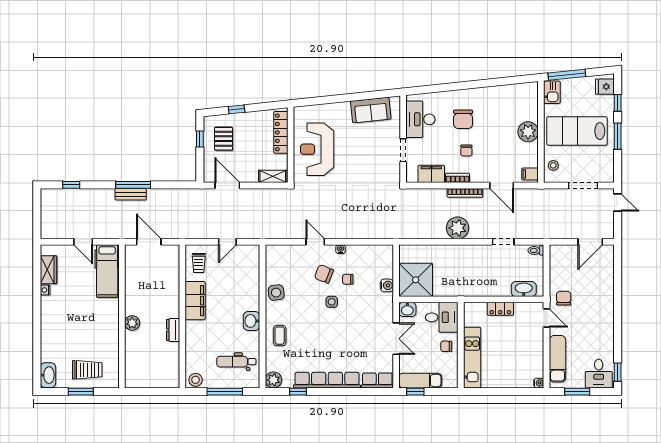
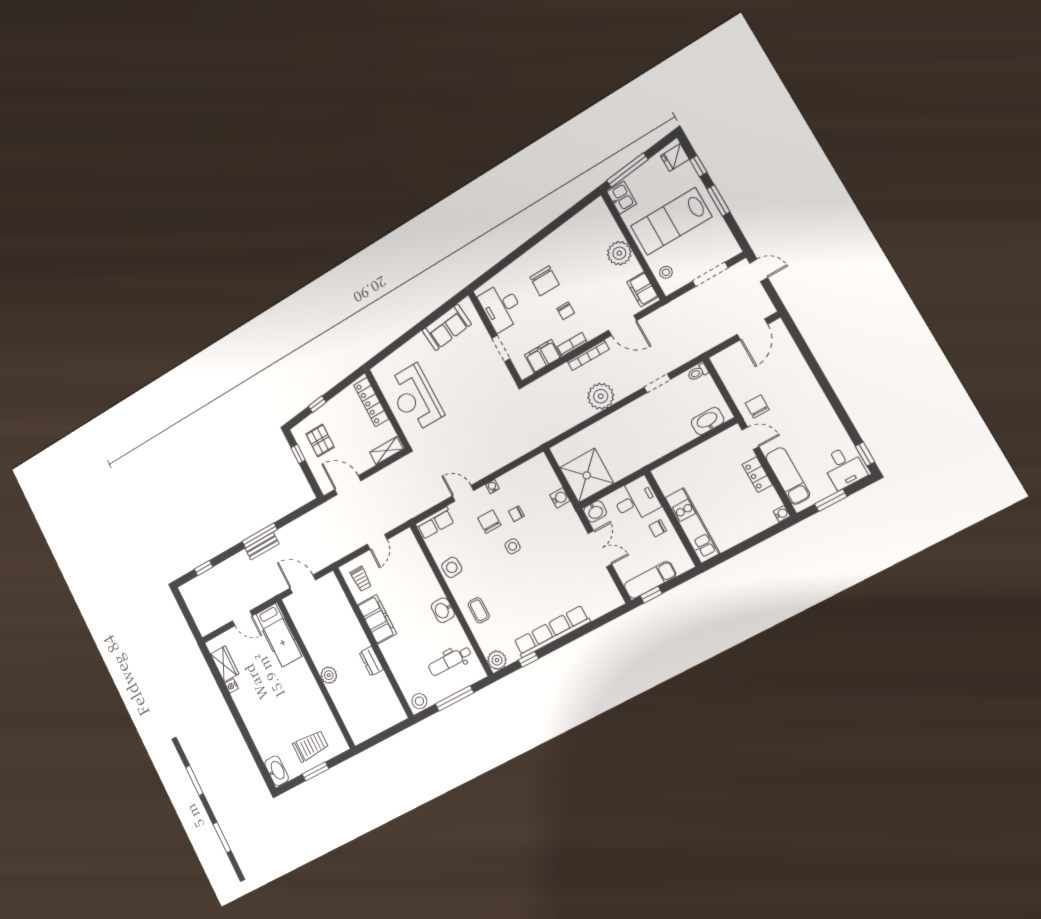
filing cabinet: (530, 174) -> (642, 289), width x2.00
chair: (324, 274) -> (489, 522), turned 69
locker: (500, 309) -> (757, 475), moved, turned 90
row of seats: (377, 380) -> (435, 523), moved, turned 180

